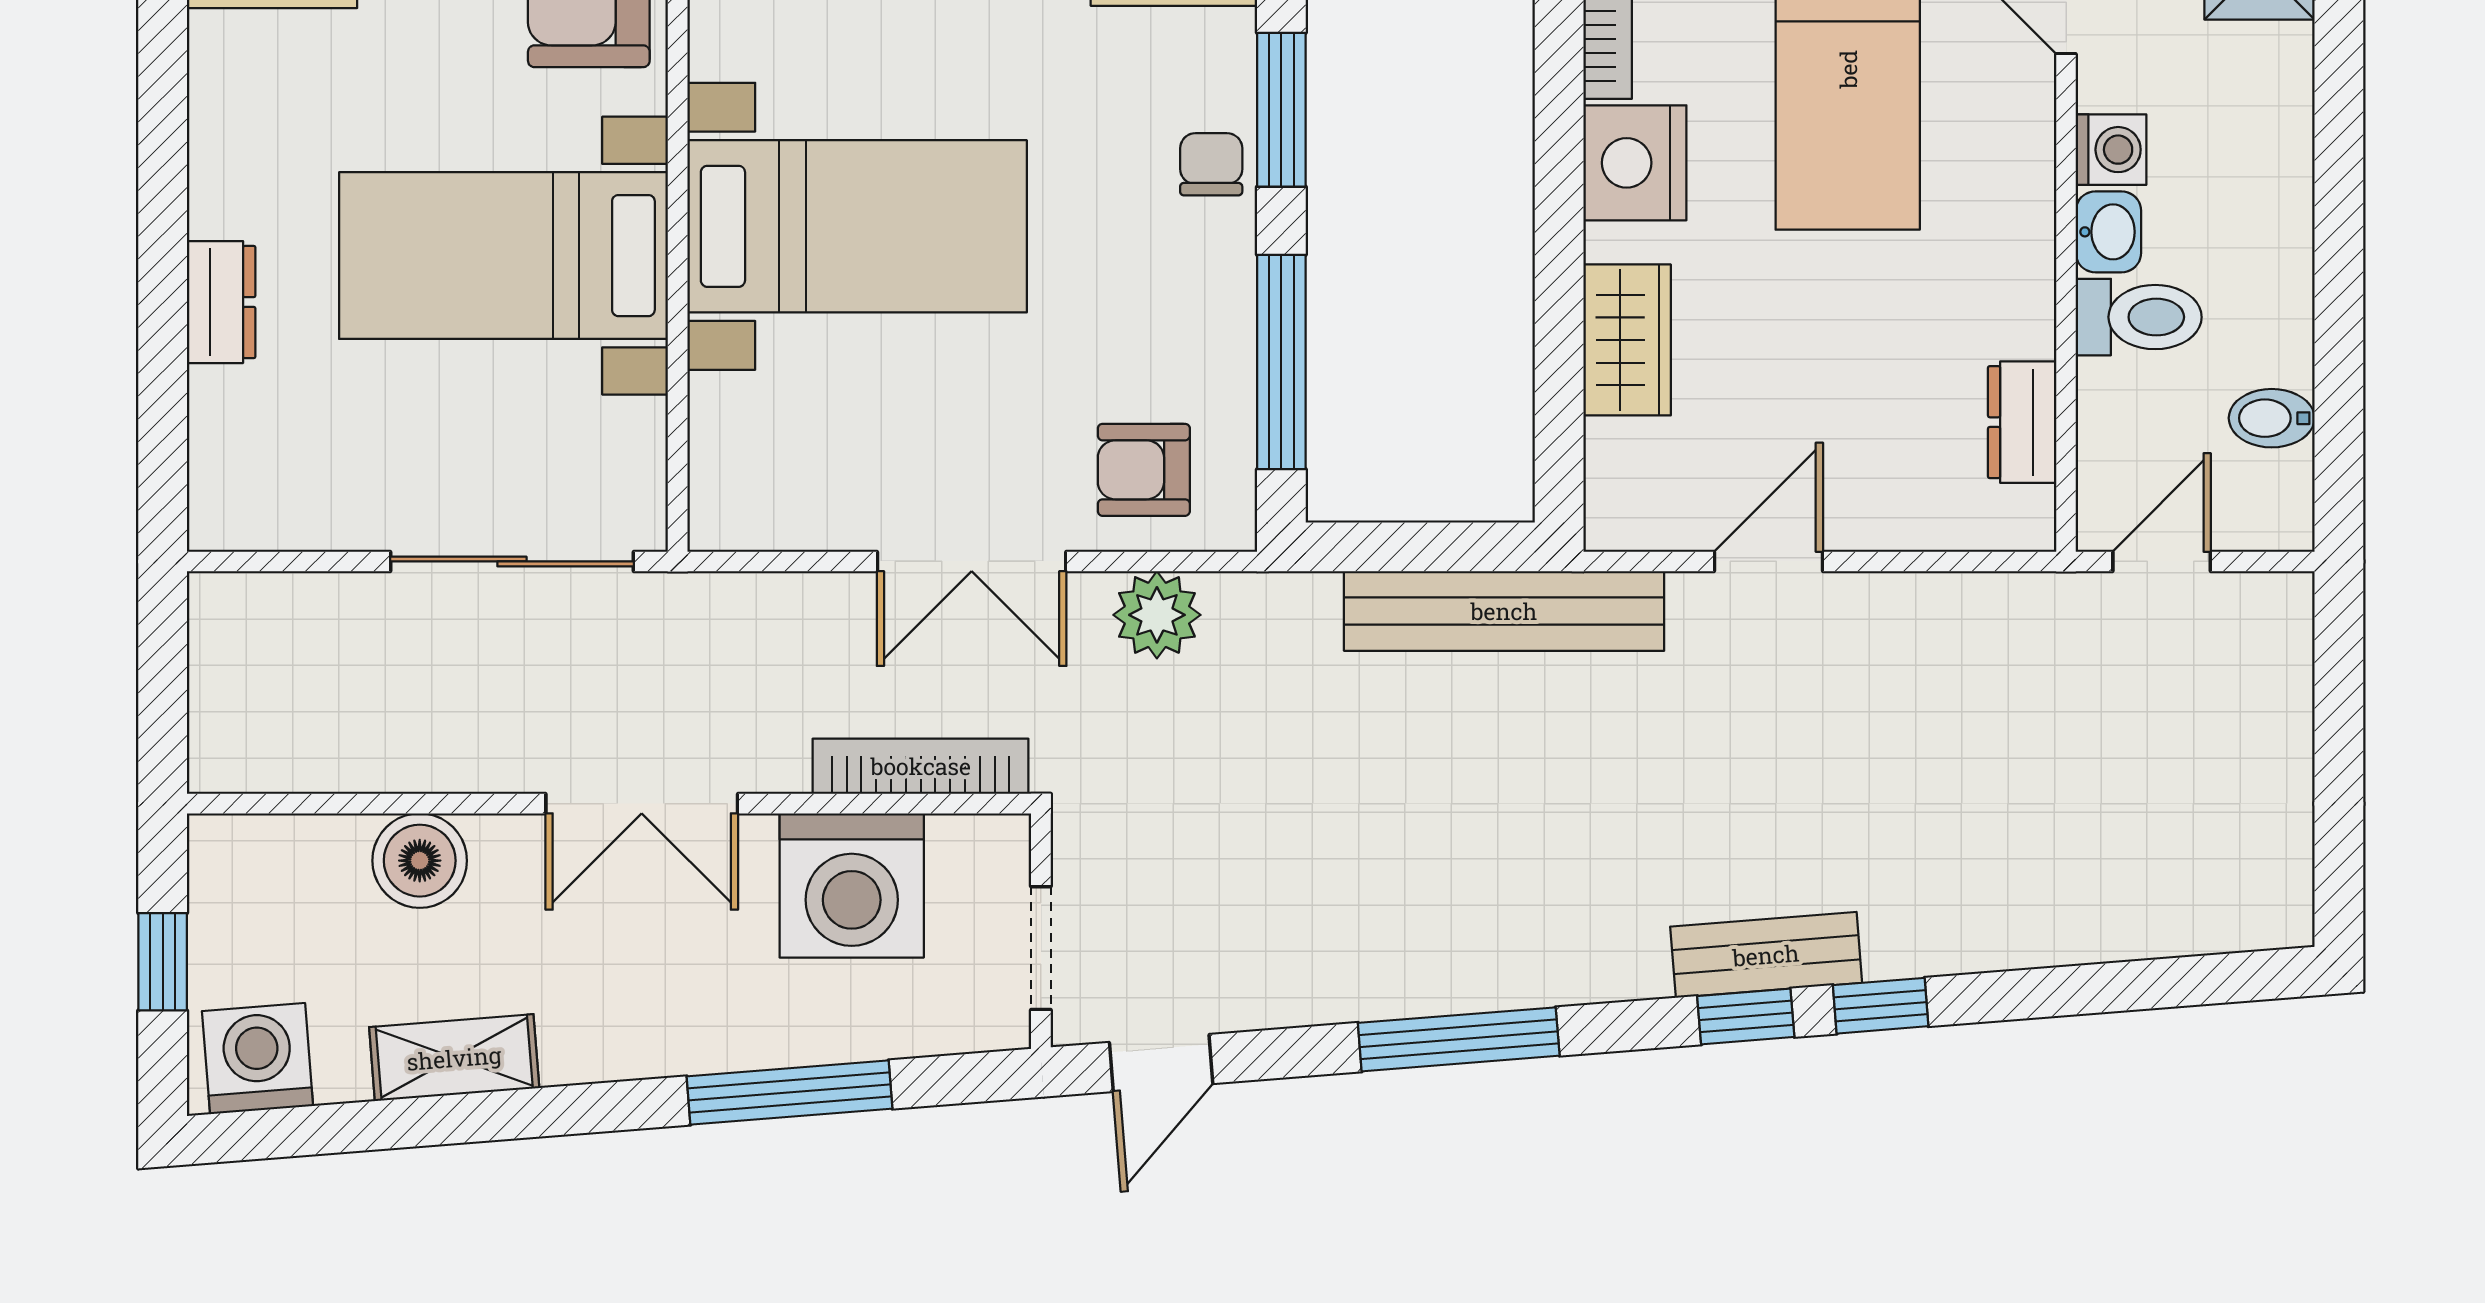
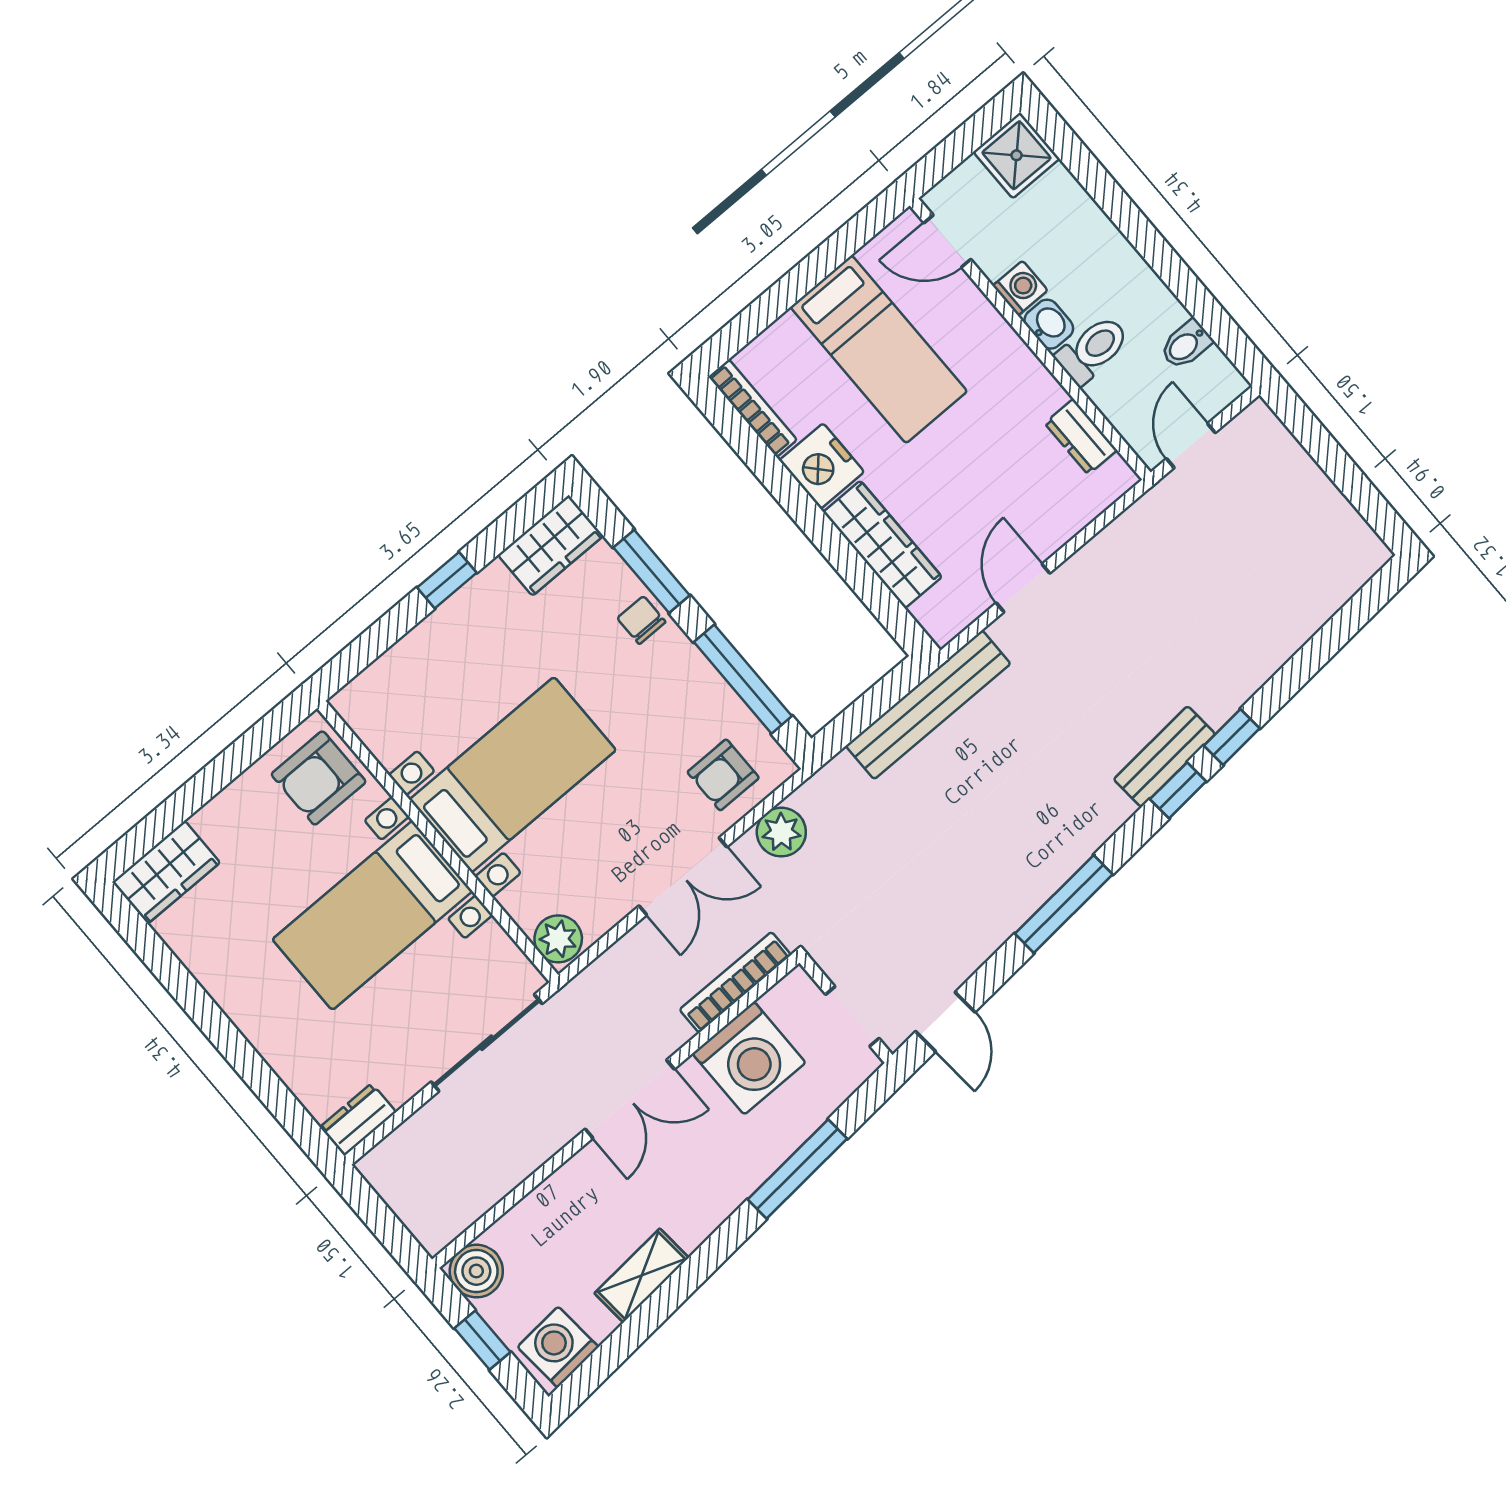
dresser: (221, 302) -> (358, 1120), moved, turned -90
wardrobe: (1627, 340) -> (882, 545), width x1.50
plant: (729, 503) -> (558, 939), added
boiler: (420, 861) -> (476, 1271), moved

